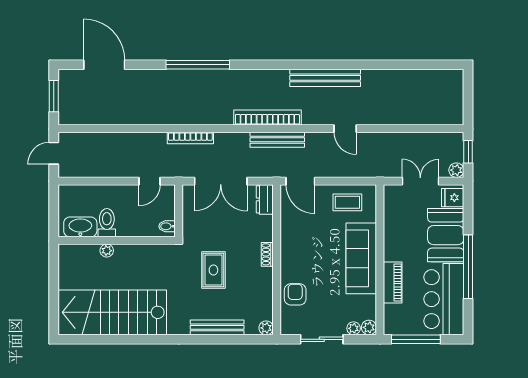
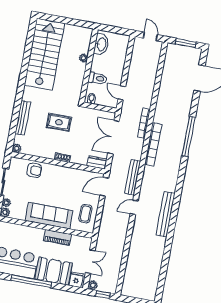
bookcase: (267, 117) -> (153, 144), moved
door: (345, 129) -> (134, 207), moved
toilet: (107, 223) -> (98, 78), moved
piano: (393, 283) -> (57, 237), moved

